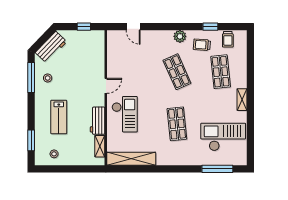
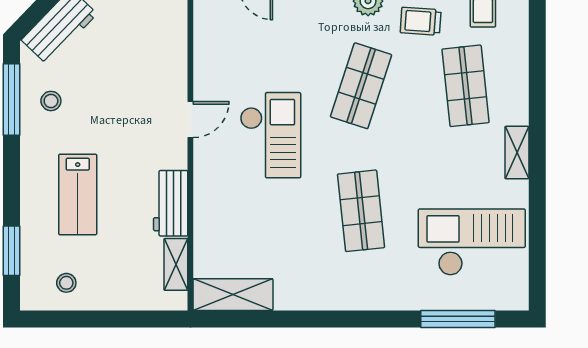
shop shelf: (177, 72) -> (361, 86), turned 42
checkout: (125, 114) -> (270, 135), moved
shelving: (131, 159) -> (233, 295), width x0.68

